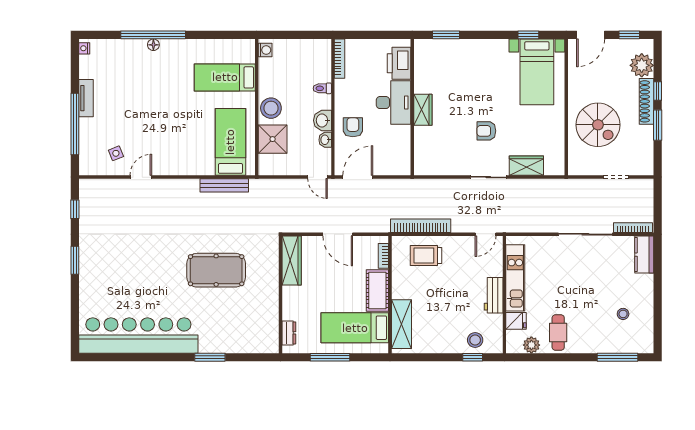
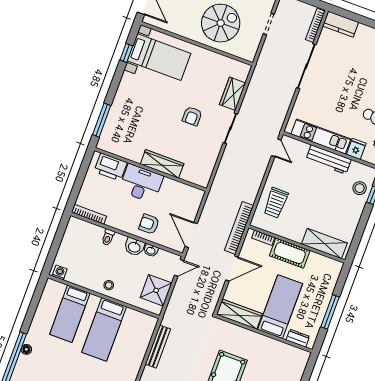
window: (446, 35) -> (102, 120), width x1.44
floor lamp: (153, 45) -> (26, 349), moved
stool: (271, 108) -> (109, 285), width x0.53, depth x0.53
wardrobe: (423, 110) -> (162, 164), width x1.50
shower: (273, 139) -> (156, 290), moved
bed: (230, 142) -> (104, 329), moved, turned -90
bookcase: (421, 226) -> (239, 228), moved
workbench: (494, 295) -> (329, 160), width x1.38
bed: (355, 328) -> (280, 307), moved, turned 180

